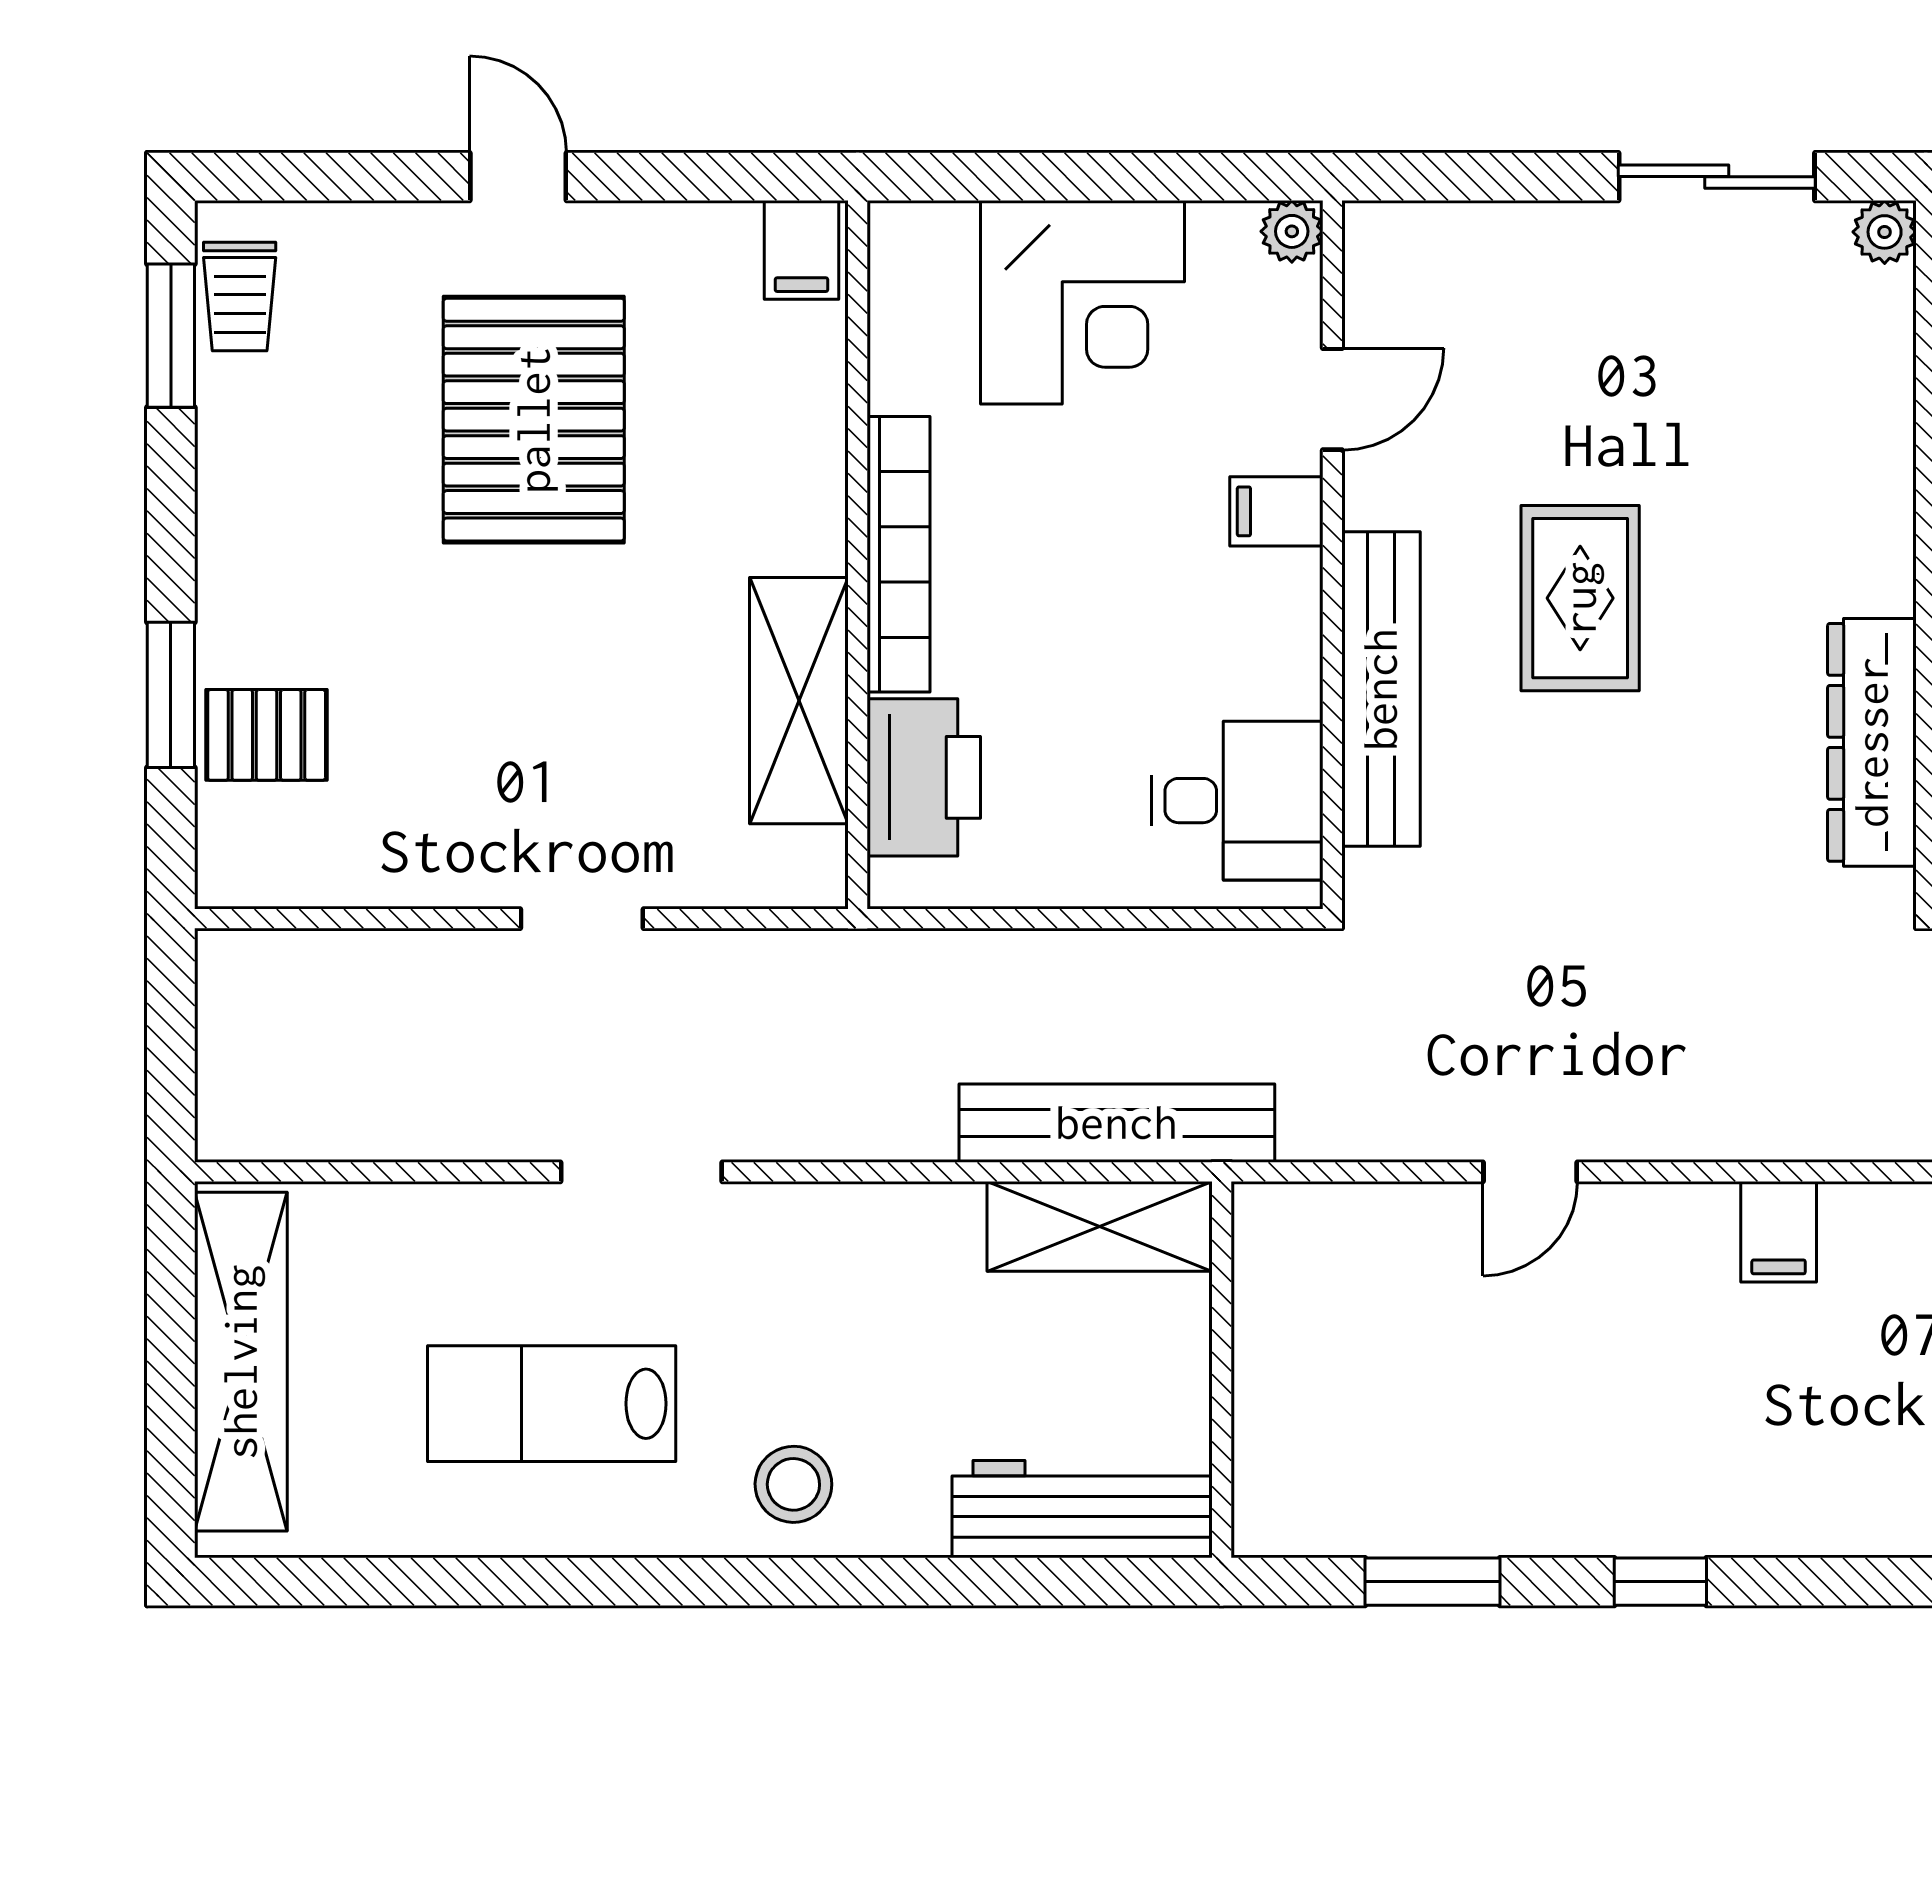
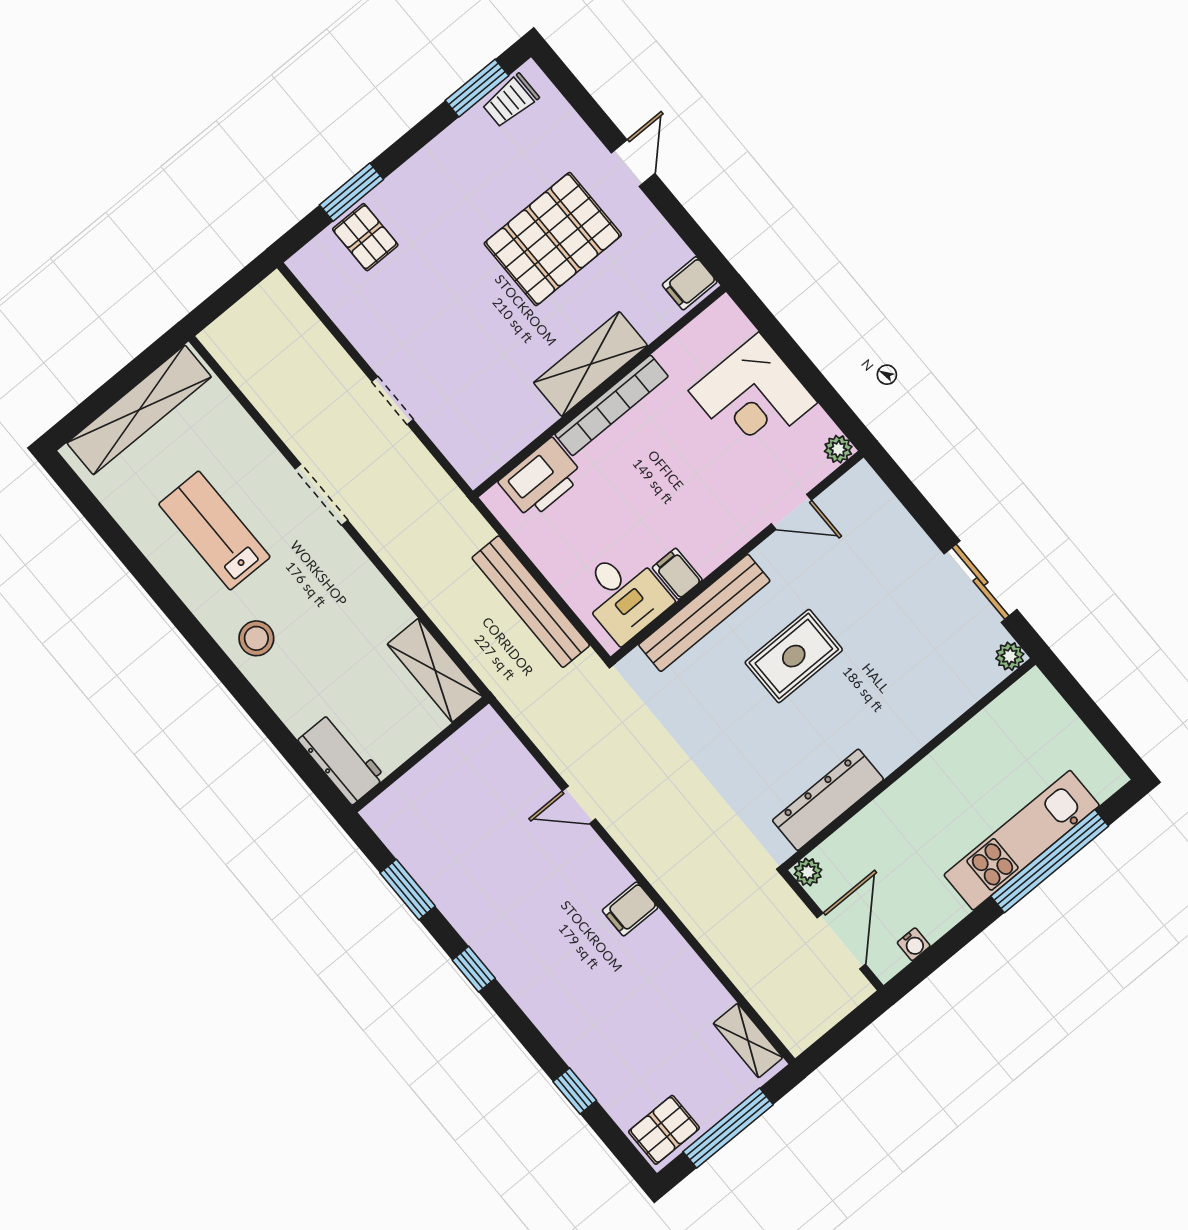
filing cabinet: (1276, 511) -> (677, 574), moved
shelving: (799, 701) -> (591, 364), moved
bench: (1117, 1123) -> (531, 602), moved
workbench: (1082, 1509) -> (342, 759), width x0.73

